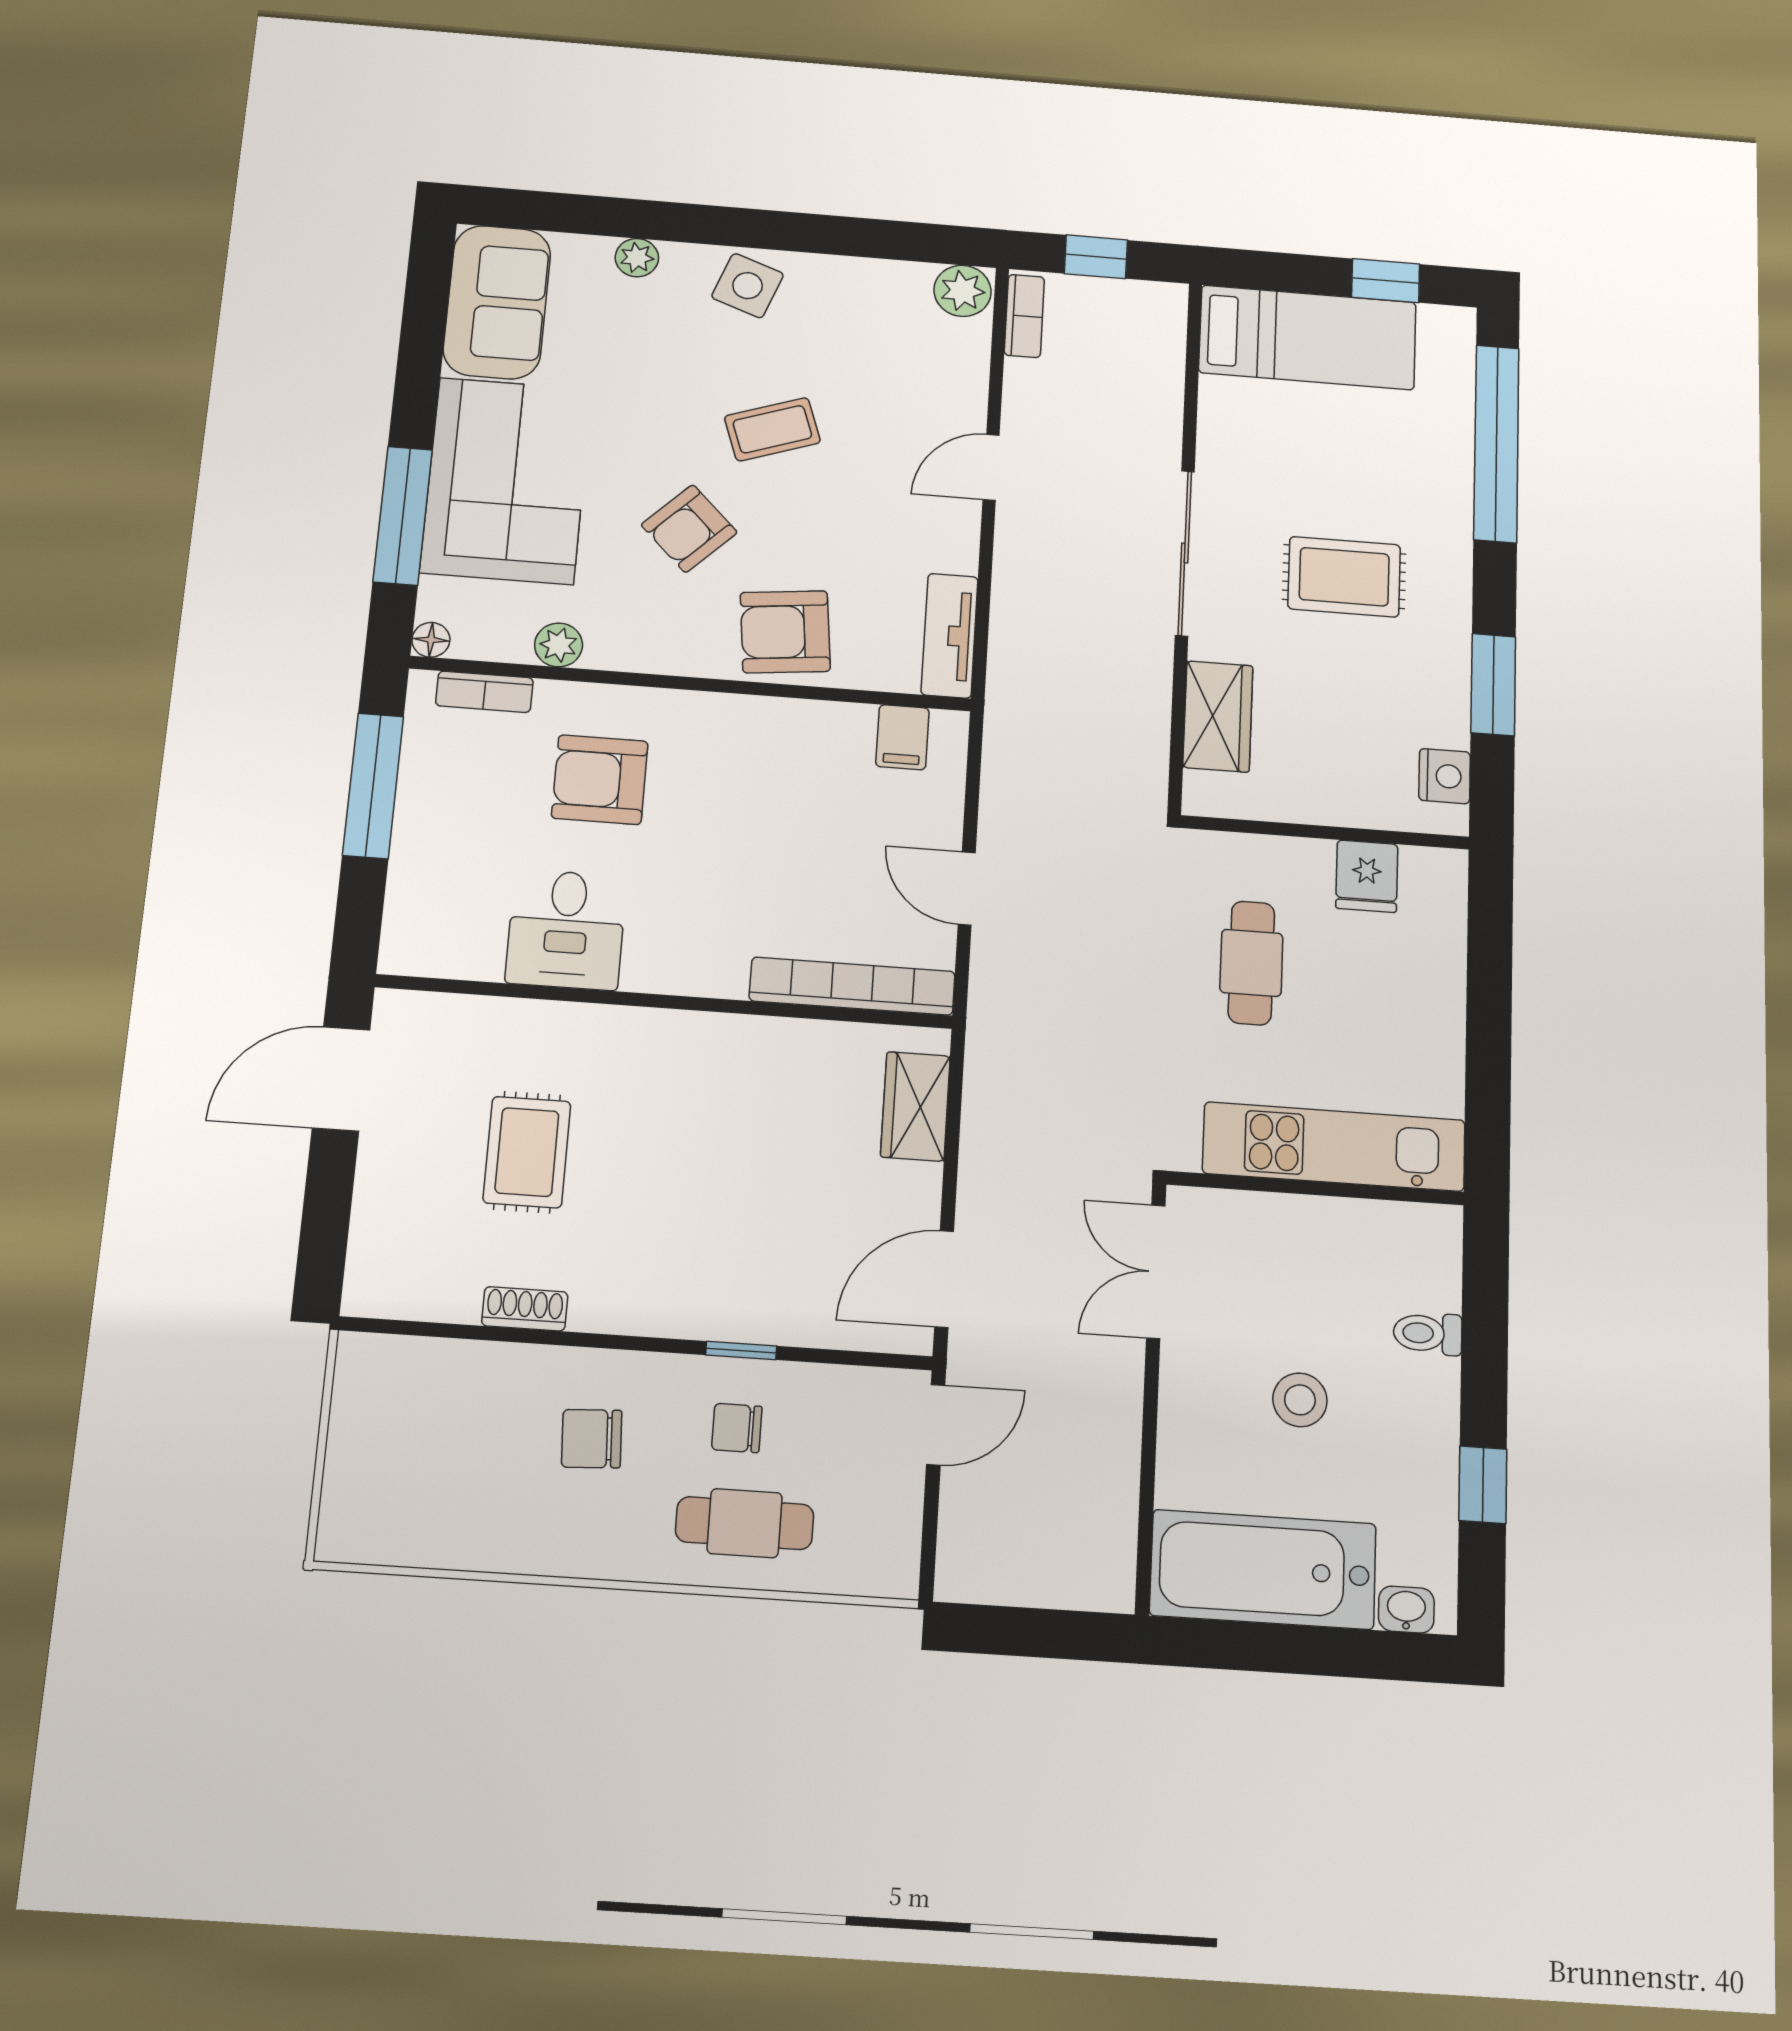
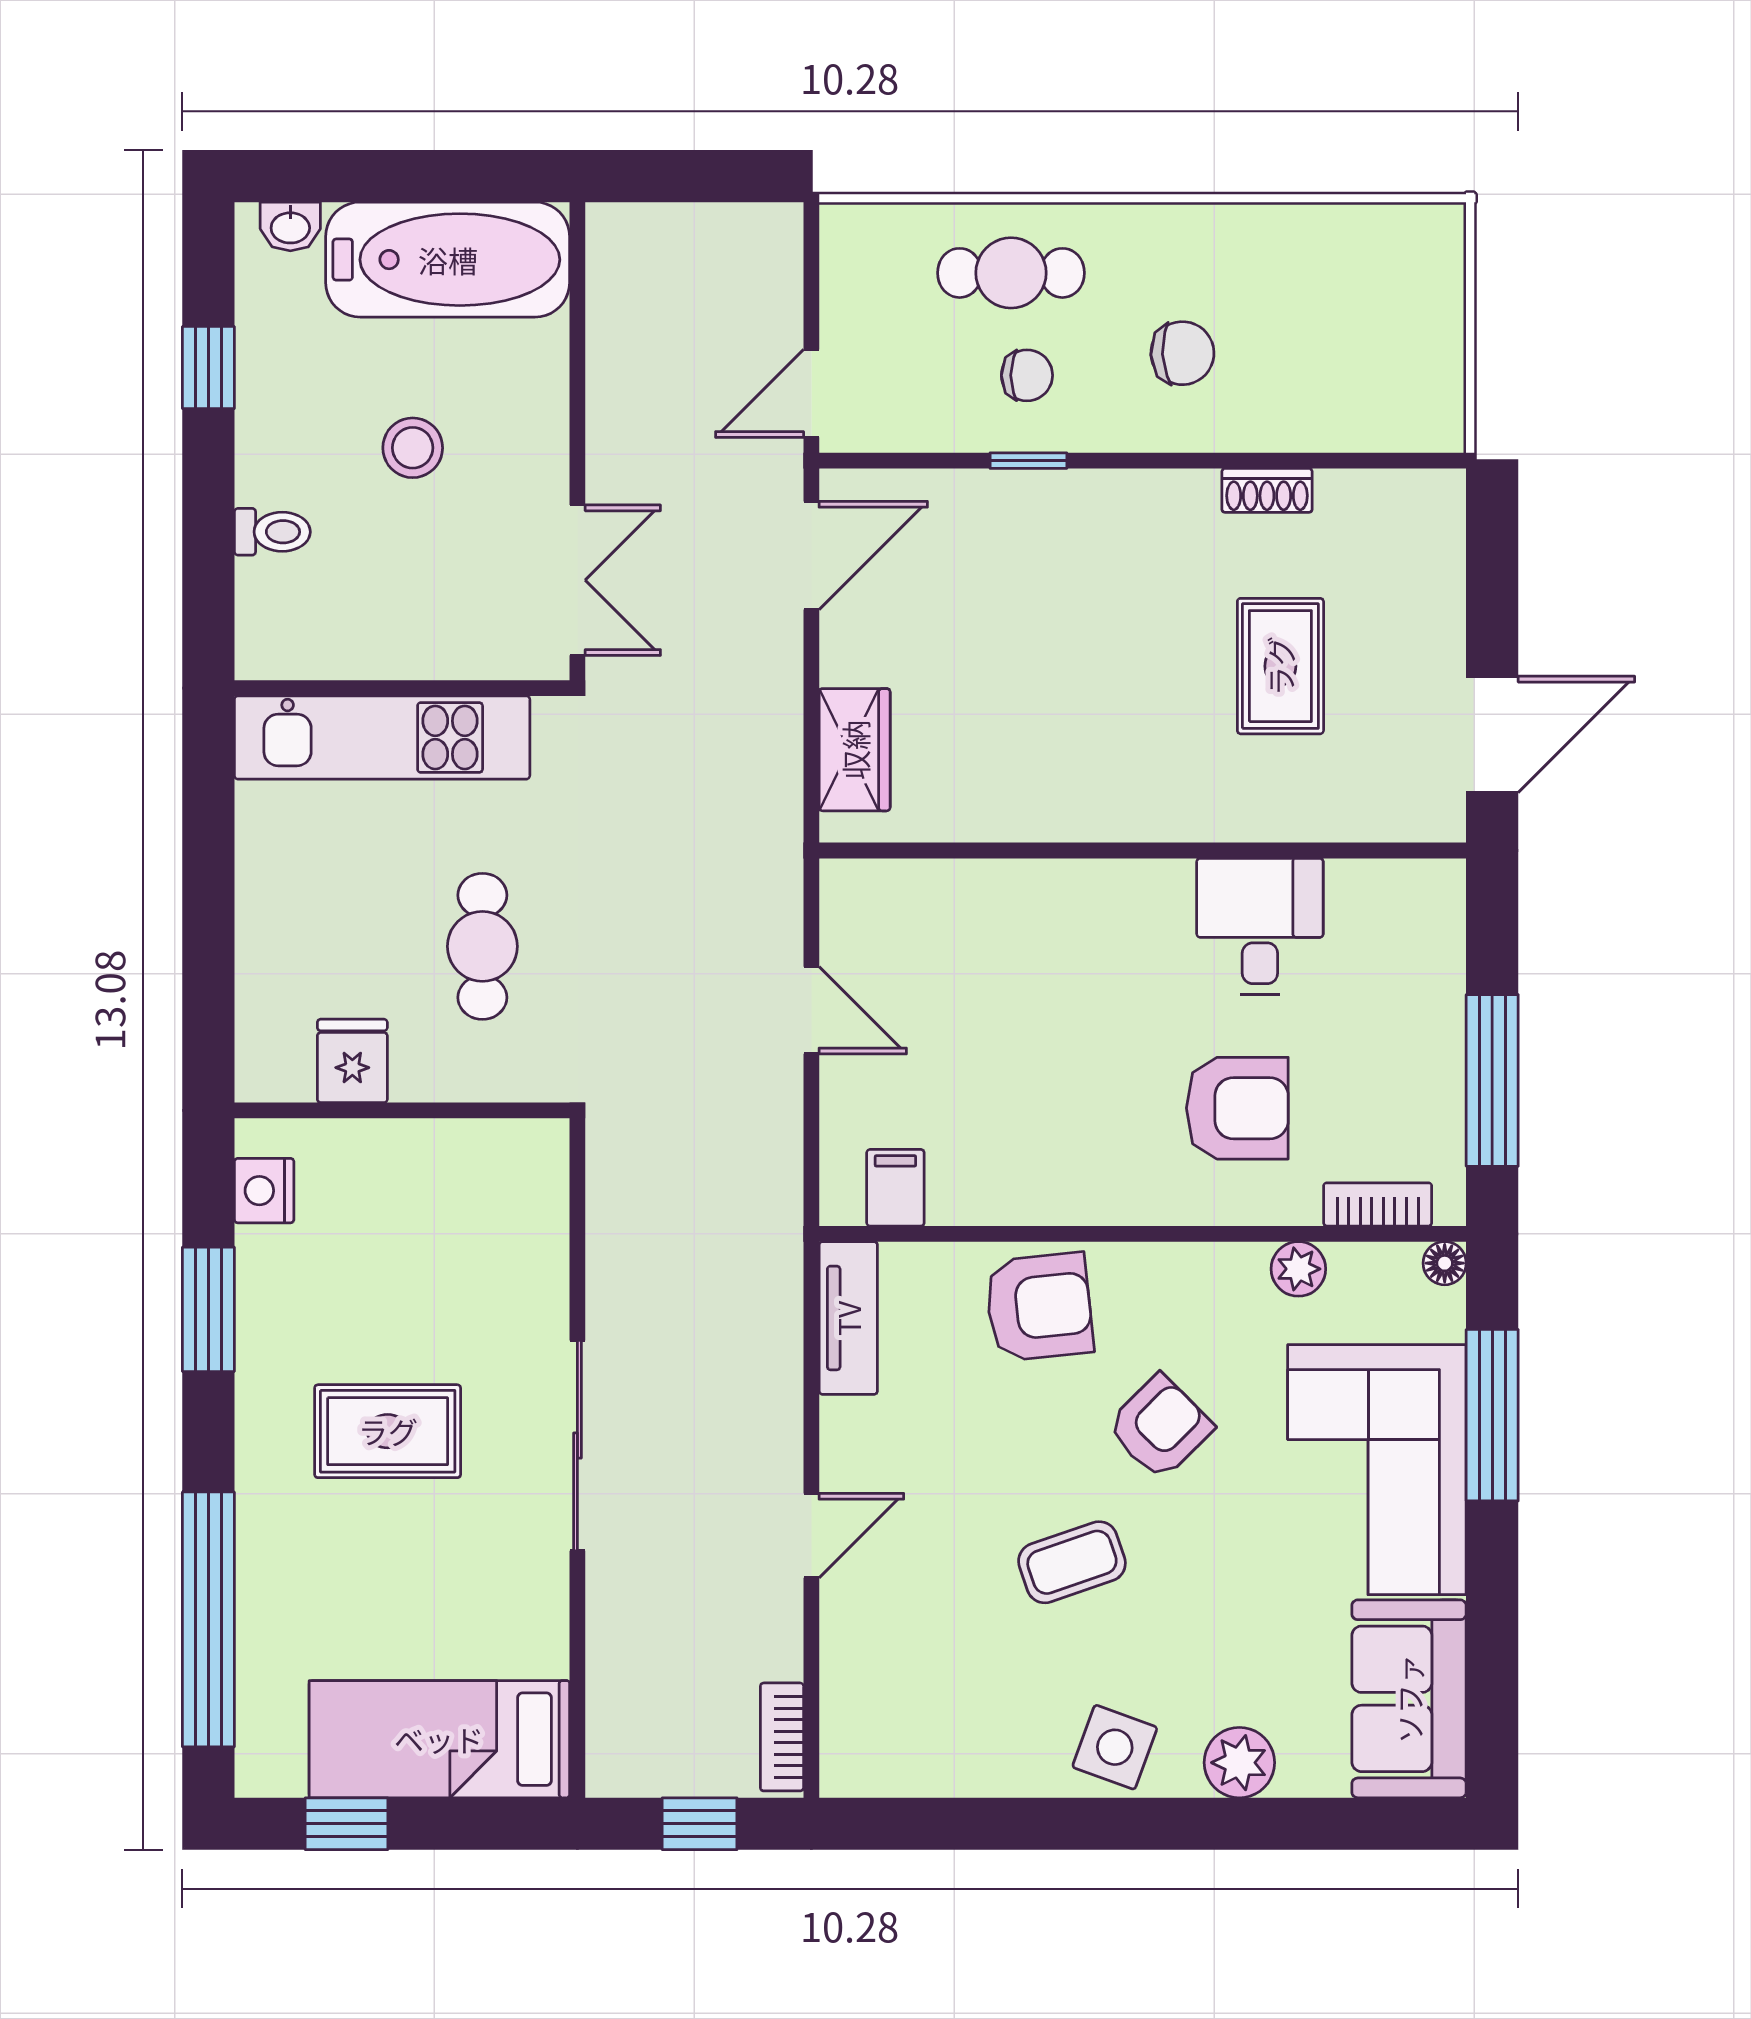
plant: (637, 258) -> (1239, 1763), width x1.38, depth x1.38
plant: (963, 291) -> (858, 1764), removed
wardrobe: (1218, 716) -> (531, 1243), removed
bookcase: (852, 986) -> (934, 884), removed

